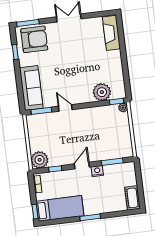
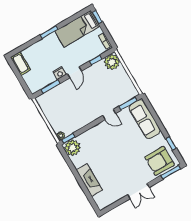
fireplace: (111, 33) -> (89, 180), moved
plant: (102, 92) -> (72, 148), moved

